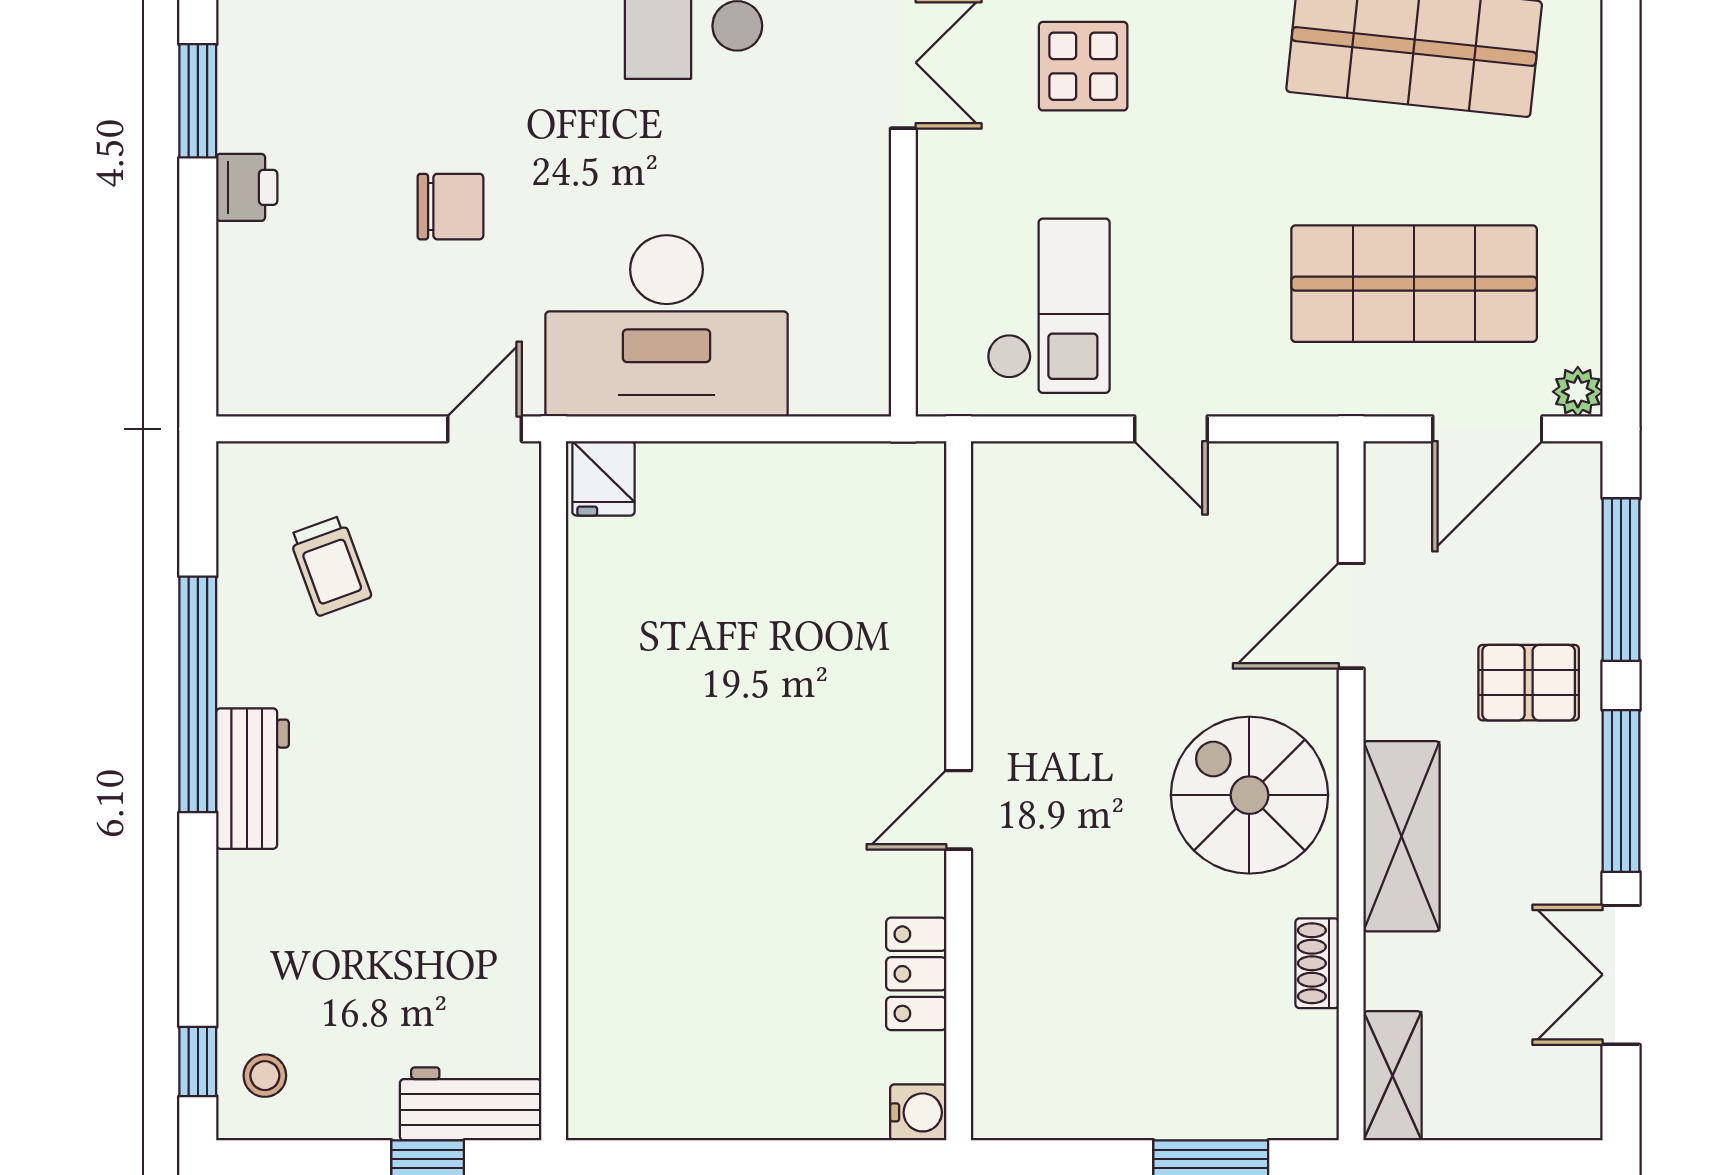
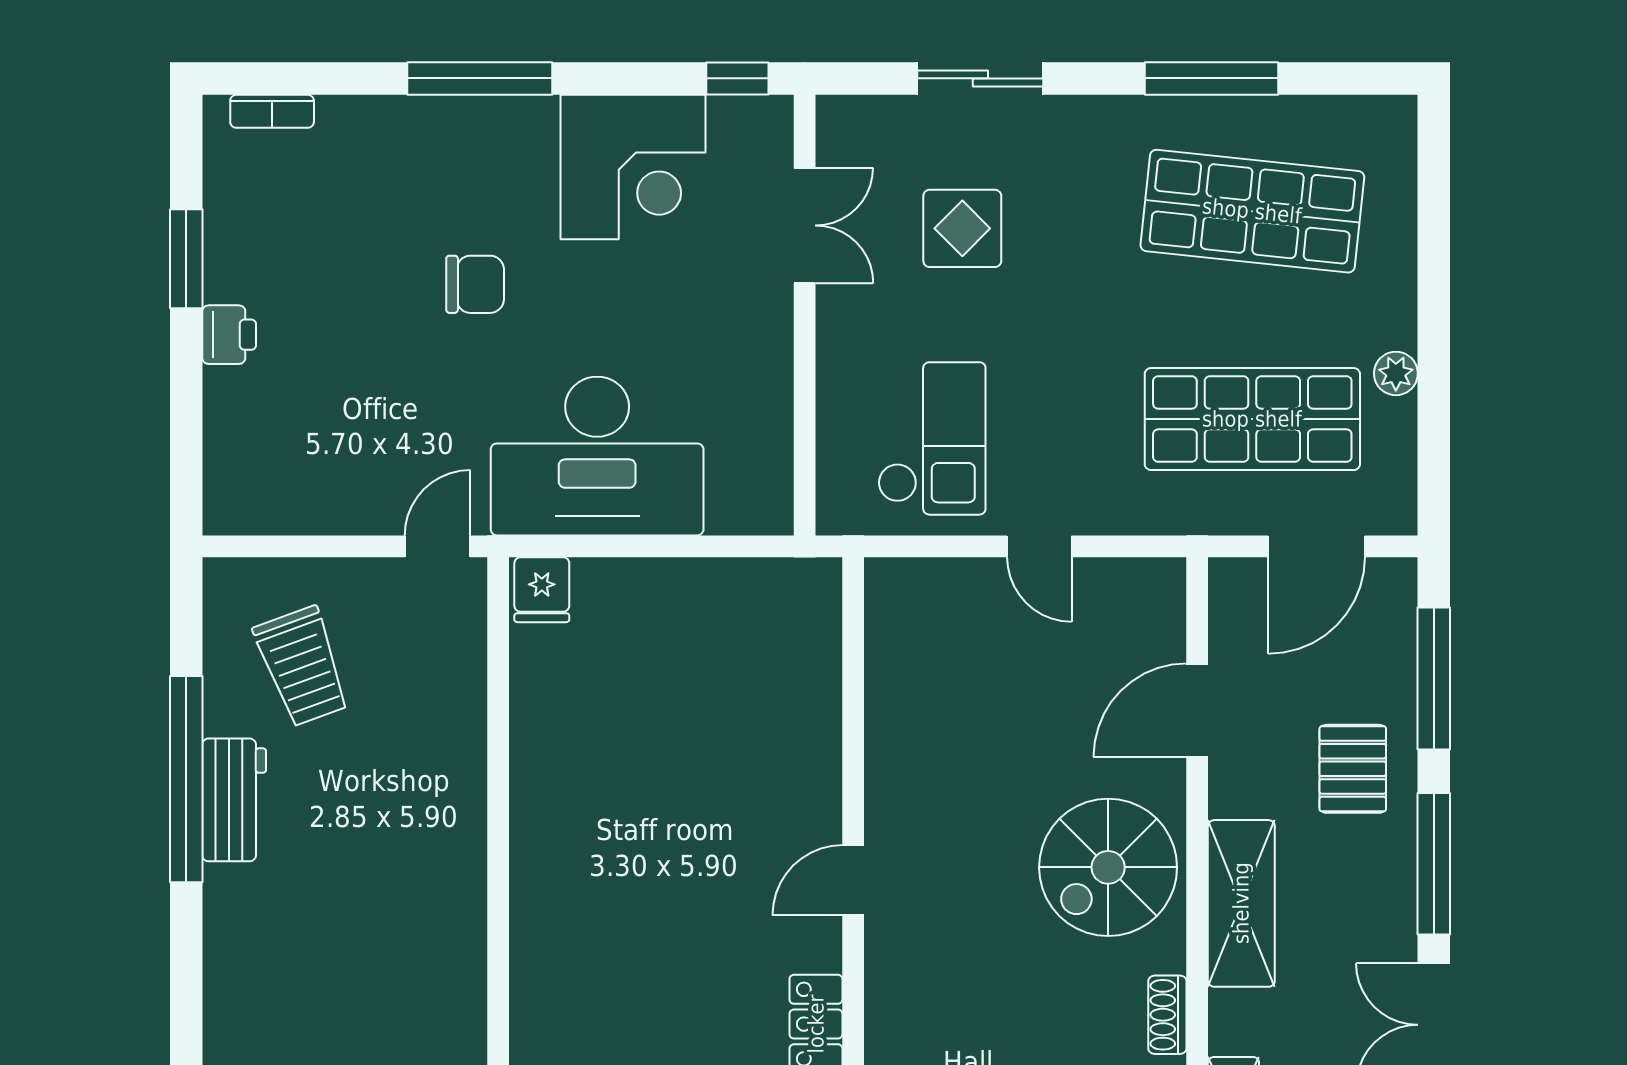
chair: (450, 207) -> (475, 284), moved
plant: (1578, 392) -> (1396, 373), moved
trolley: (330, 566) -> (302, 666), width x1.36, depth x1.39
pallet: (1529, 683) -> (1353, 769), turned 90
workbench: (253, 779) -> (234, 800), moved
spiral stairs: (1249, 795) -> (1108, 867), turned -90

